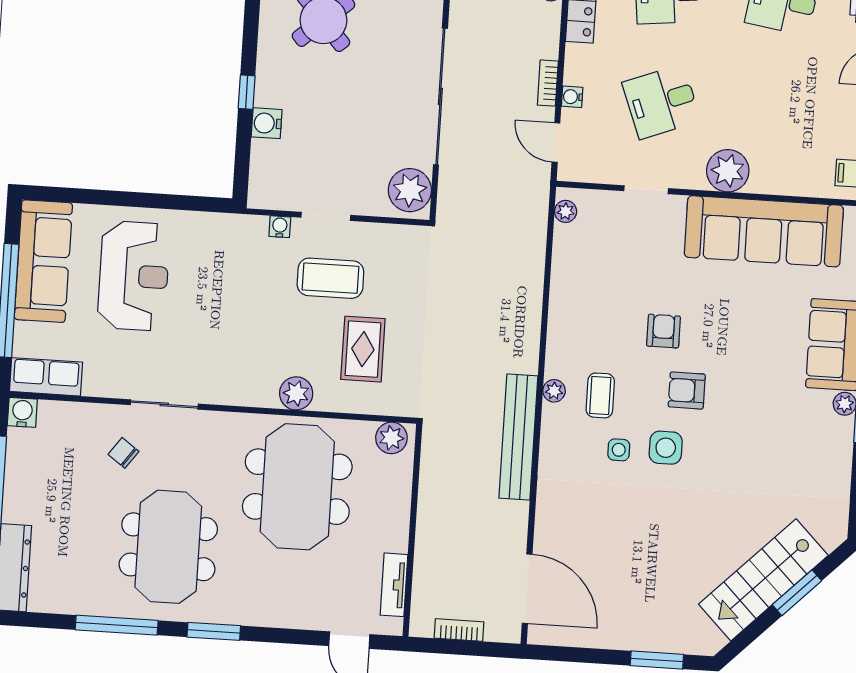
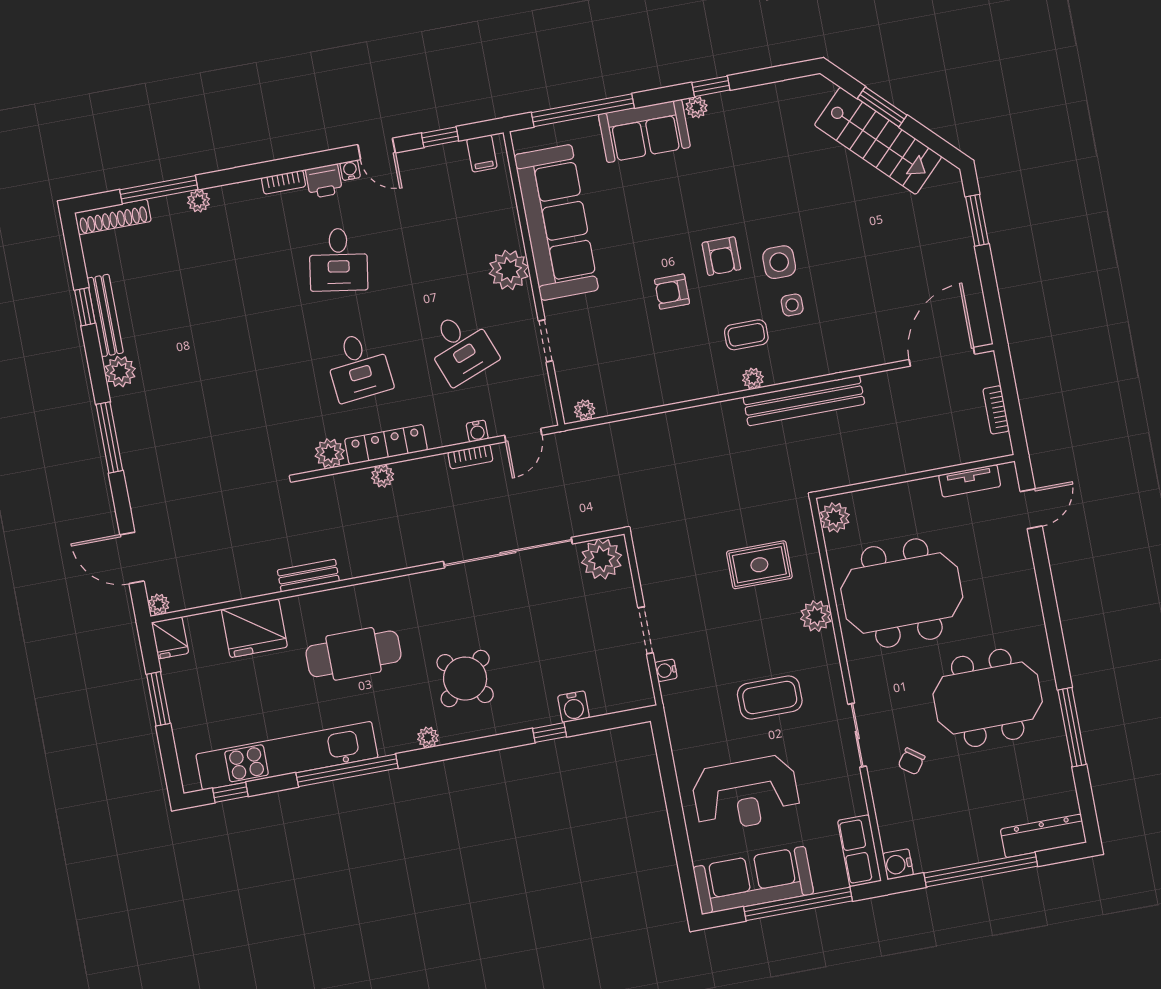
reception desk: (134, 276) -> (746, 794), turned 180
coffee table: (330, 278) -> (770, 698), moved, turned 90
window: (214, 631) -> (1055, 636), removed

